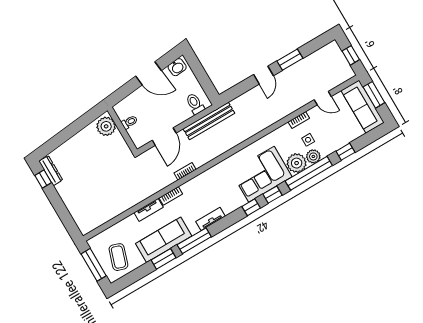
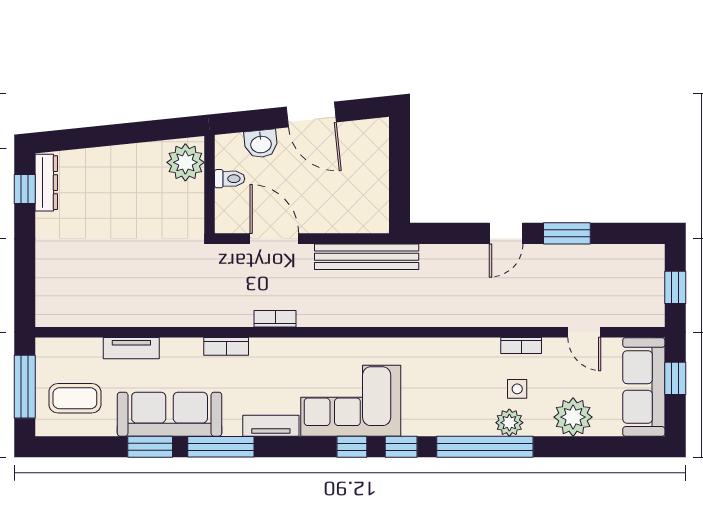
washbasin: (177, 67) -> (261, 144), moved
window: (374, 95) -> (675, 378), width x0.67
toilet: (195, 104) -> (360, 213), removed
door: (164, 137) -> (274, 239), swing flipped
window: (345, 152) -> (569, 447), removed
plant: (297, 163) -> (573, 417), moved
corner sofa: (261, 174) -> (351, 401), moved
tv unit: (149, 210) -> (131, 348), moved
coffee table: (118, 257) -> (75, 398), turned 72

